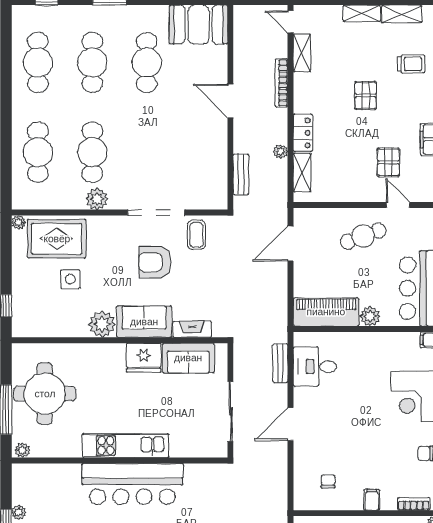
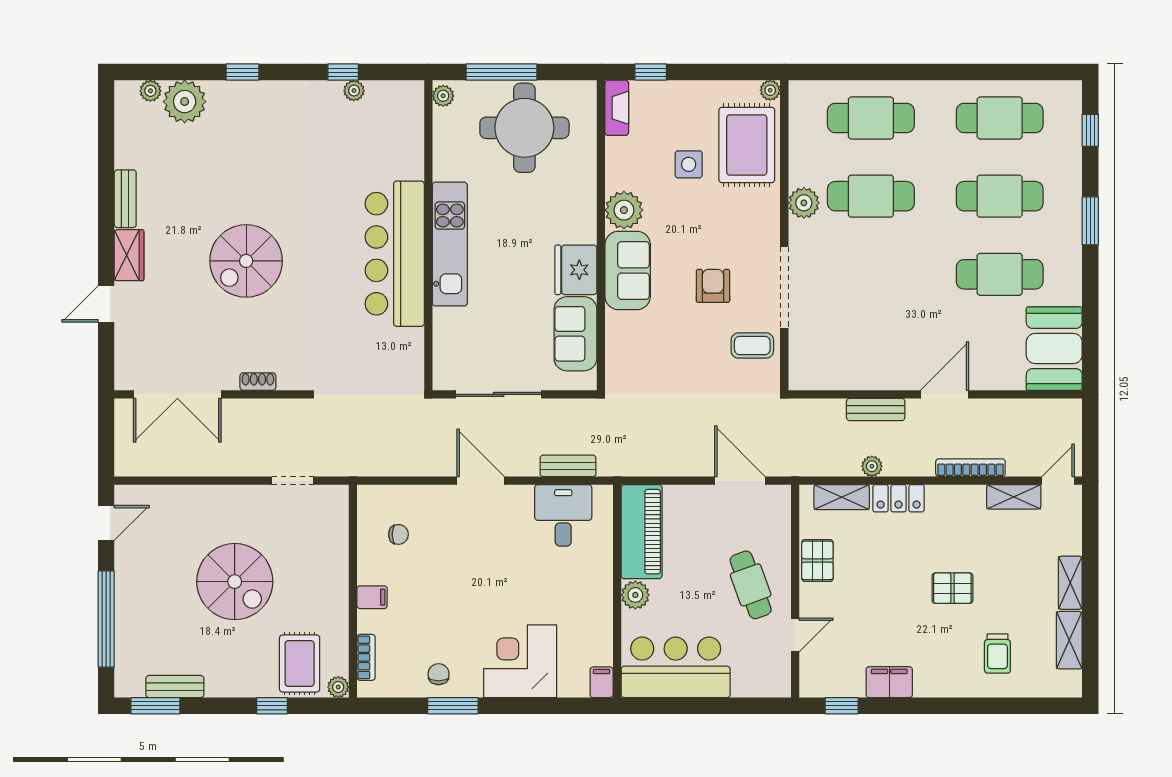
pallet: (388, 162) -> (817, 560), moved, turned 90
bench: (241, 174) -> (876, 409), moved
armchair: (155, 262) -> (713, 286), width x0.72, depth x0.72
fireplace: (192, 329) -> (617, 108), moved

